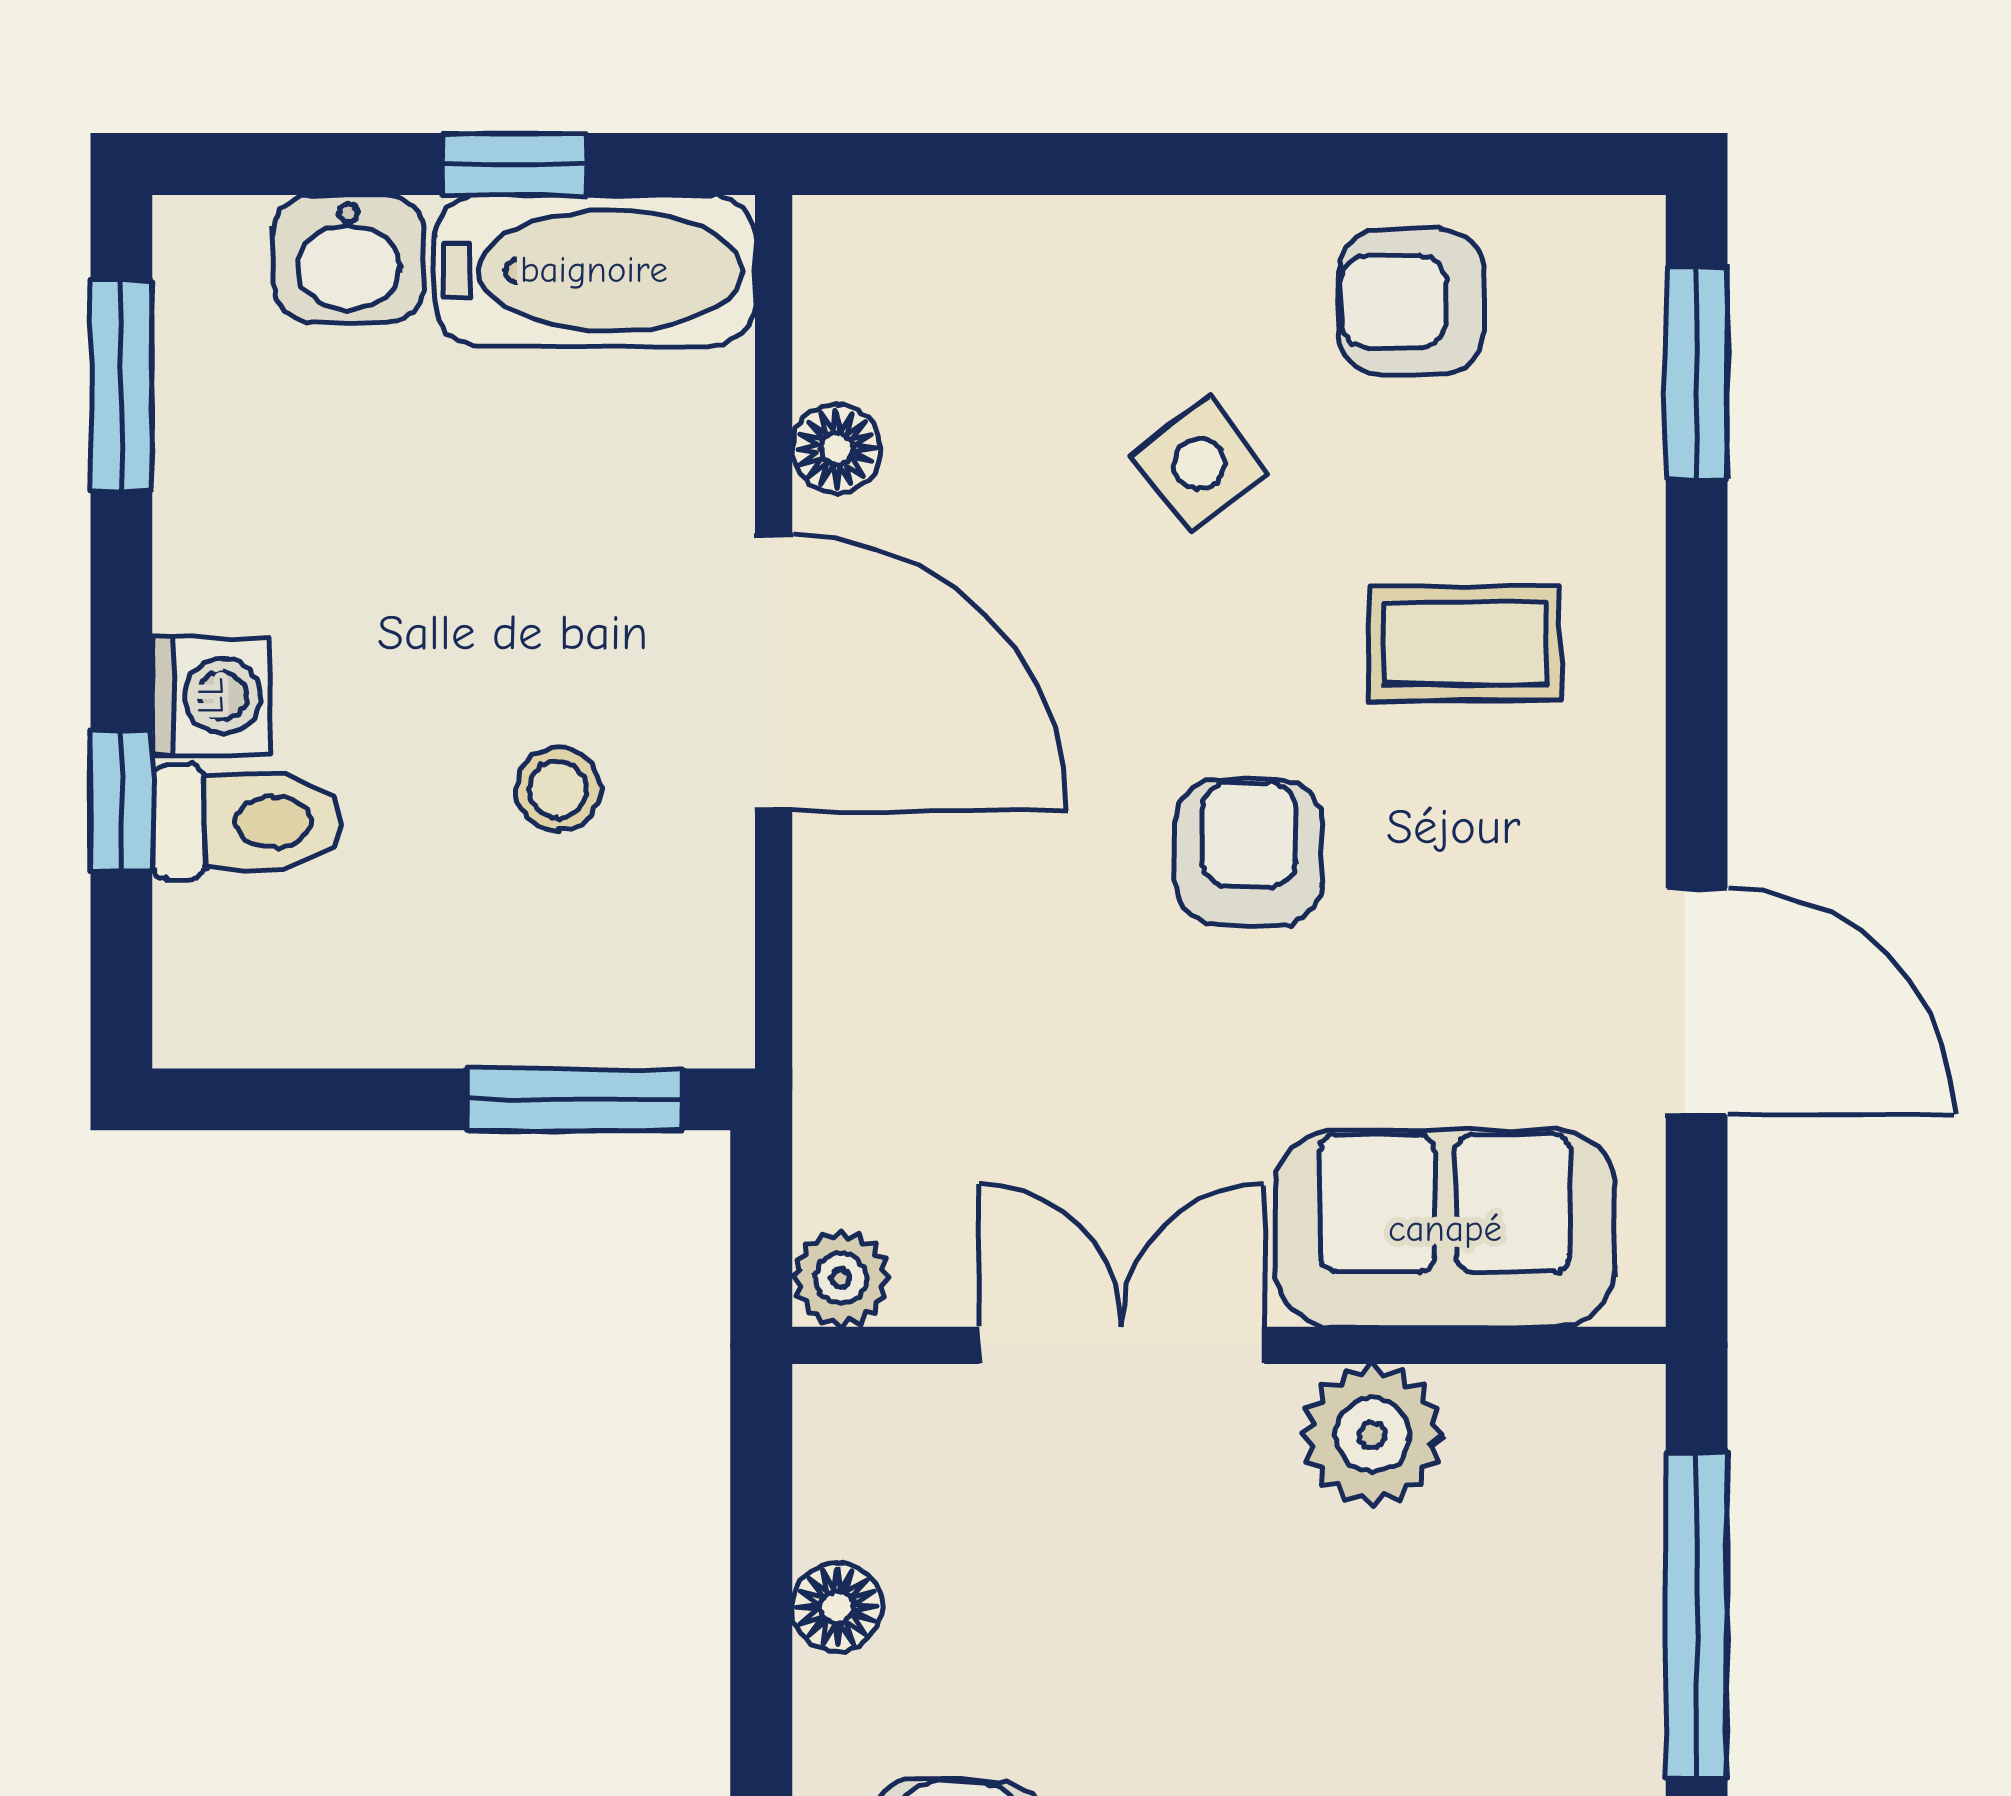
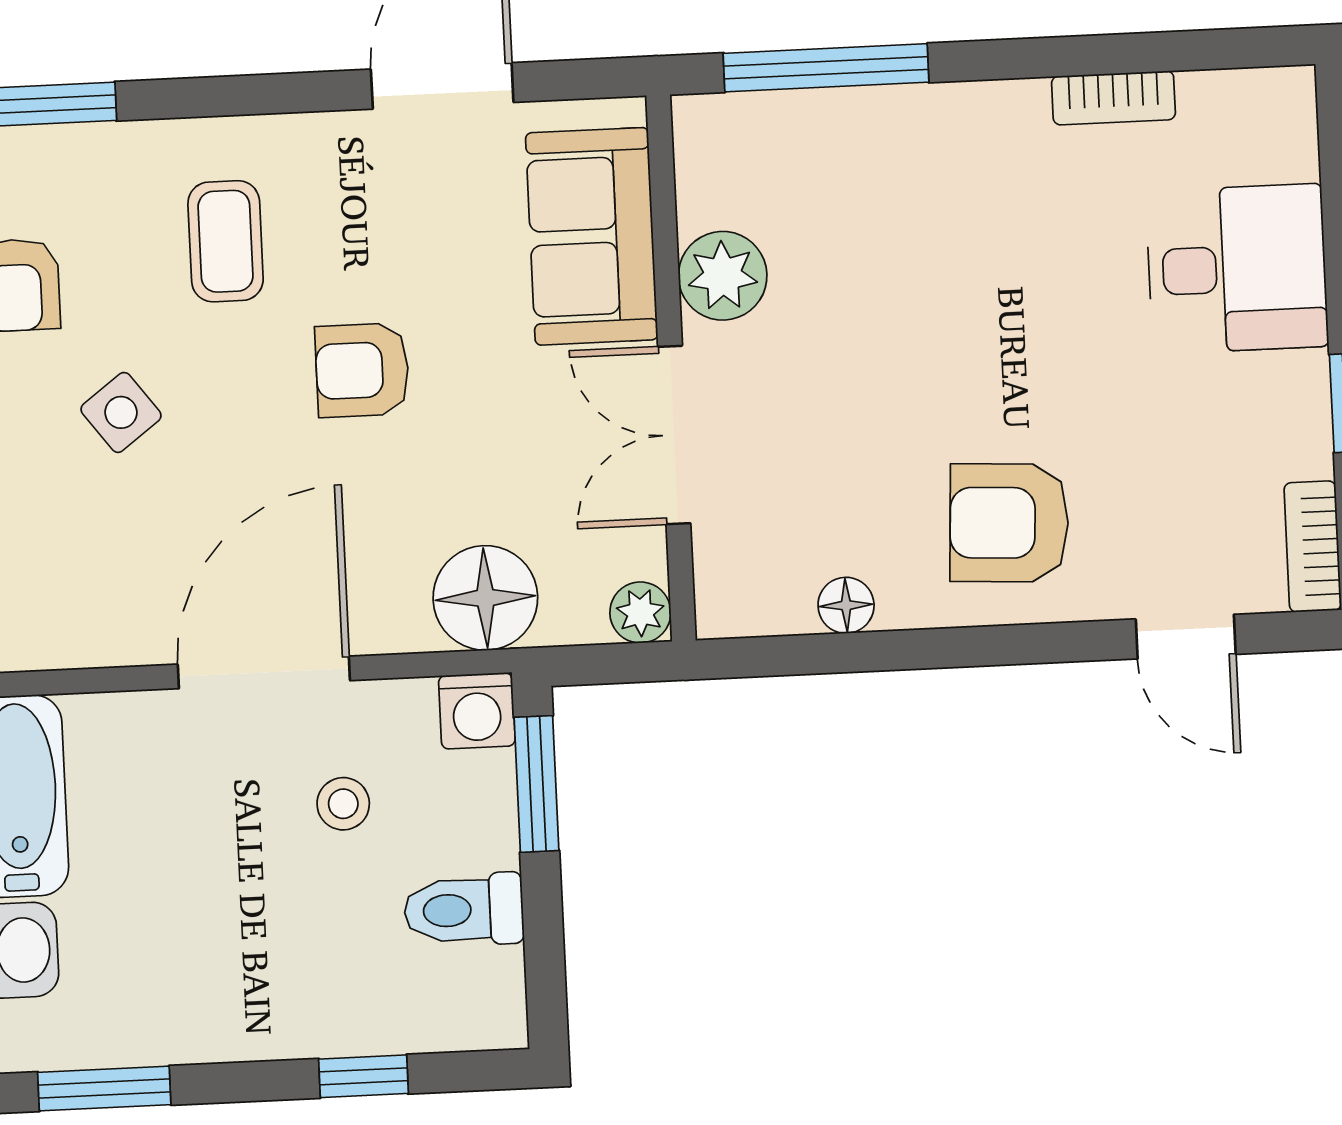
floor lamp: (836, 449) -> (485, 598), moved, width x1.89, depth x1.89
washing machine: (211, 696) -> (477, 711), moved, turned 180
toilet: (247, 822) -> (464, 910), moved, turned -90

